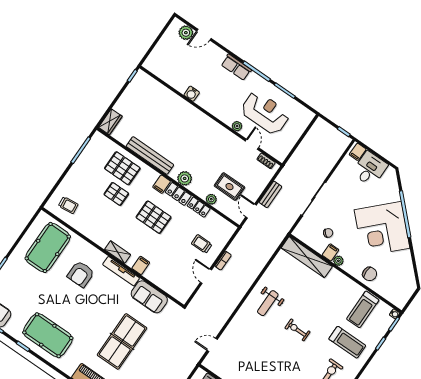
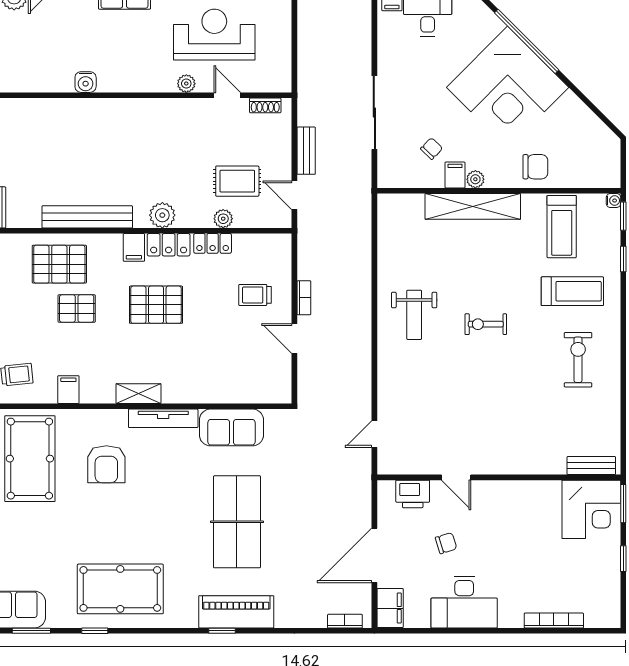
shelving: (307, 257) -> (473, 206), moved
filing cabinet: (141, 265) -> (68, 390), moved

